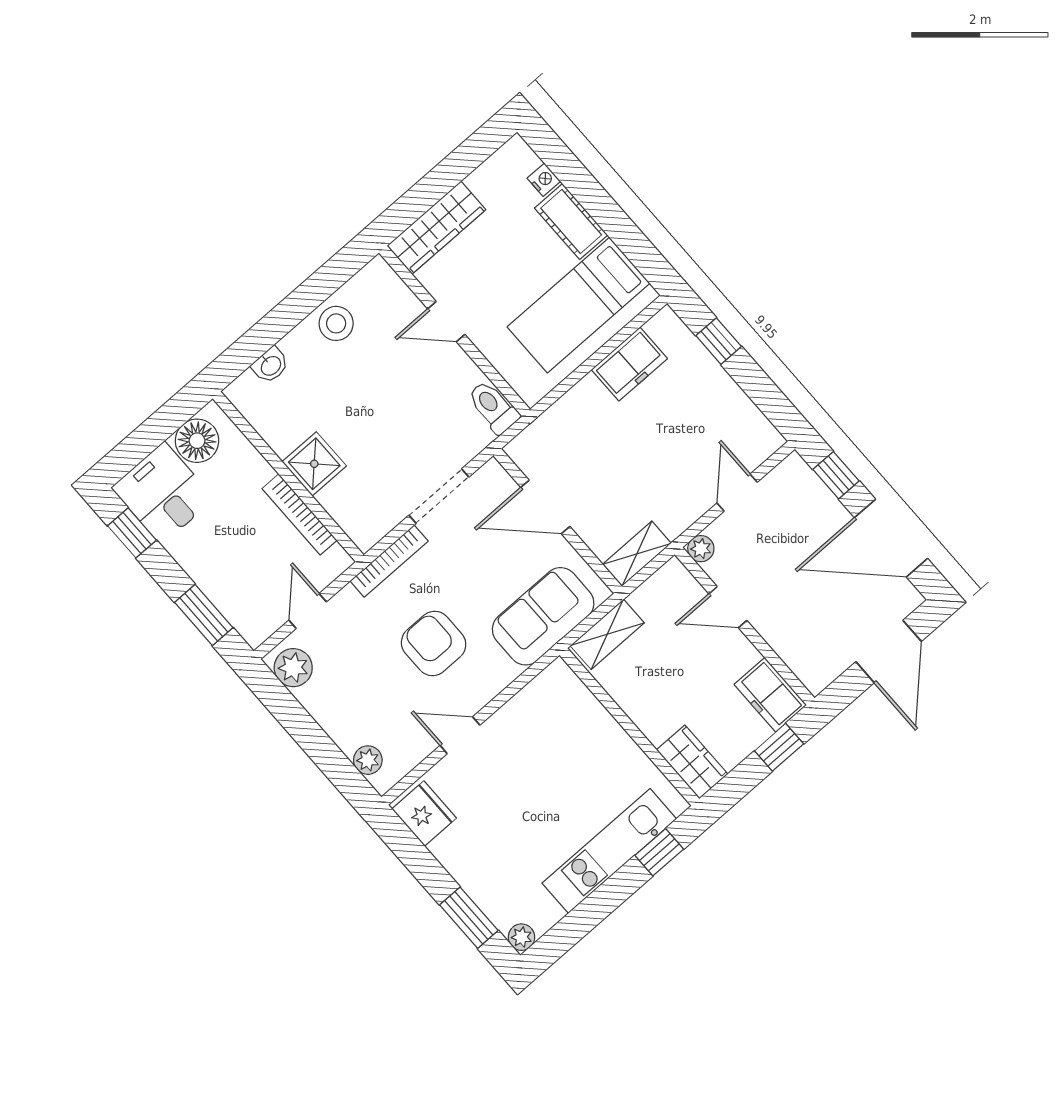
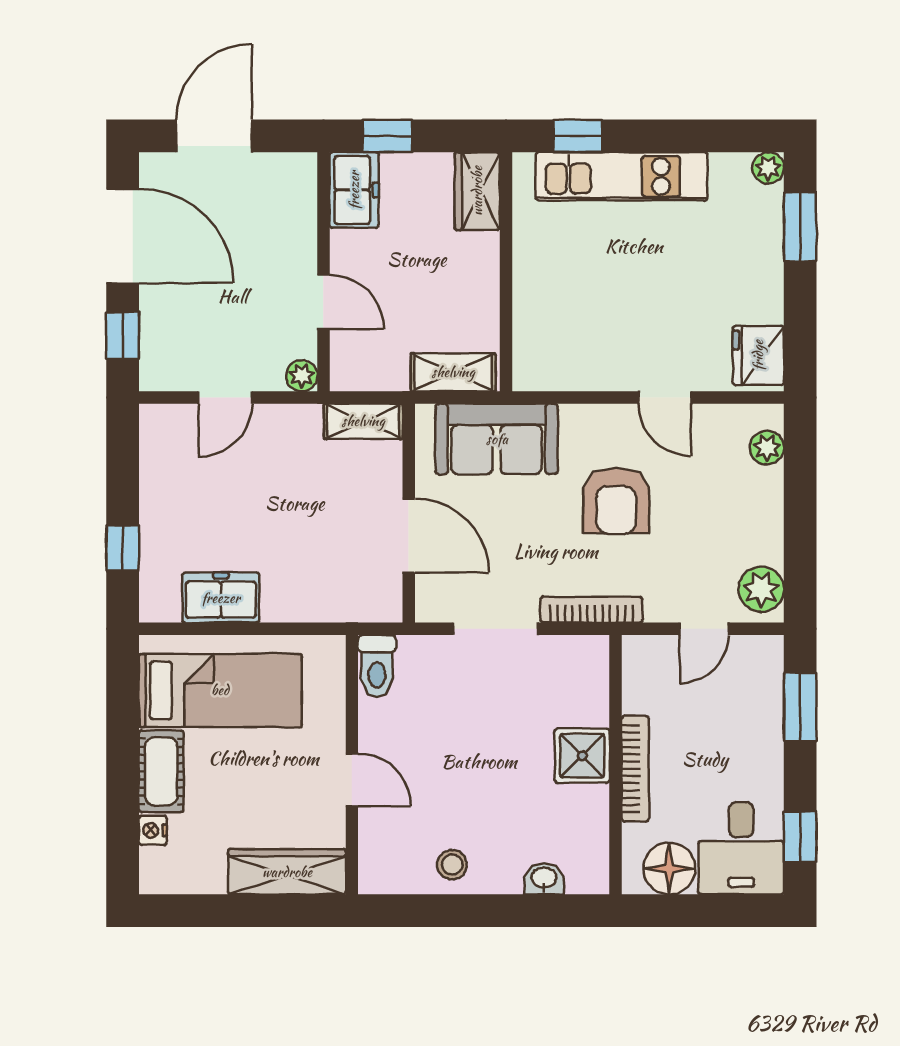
stool: (336, 323) -> (452, 864), width x0.73, depth x0.73
bookcase: (299, 514) -> (635, 769), moved

